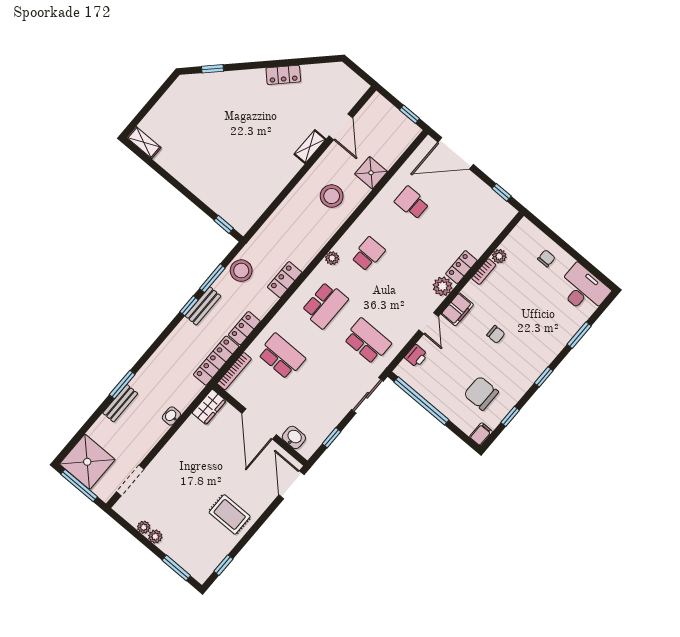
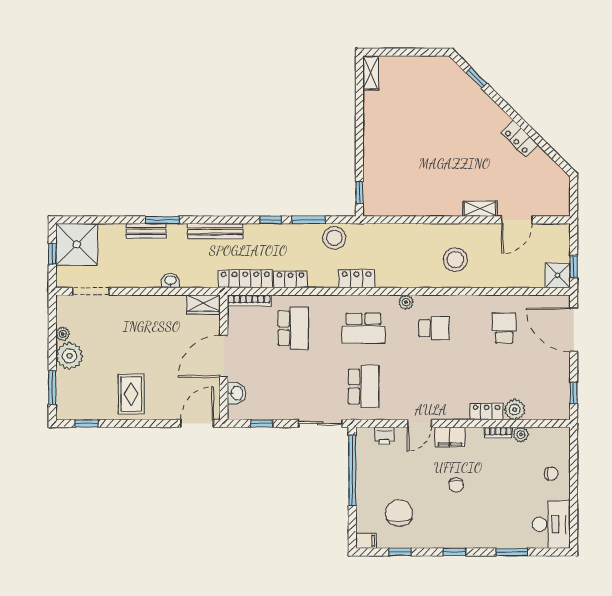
shower: (371, 173) -> (558, 275), moved
plant: (443, 286) -> (515, 410), moved
bench: (203, 306) -> (215, 231), moved, width x1.36
window: (79, 486) -> (52, 254), width x0.46
plant: (155, 537) -> (69, 356), width x1.88, depth x1.88

